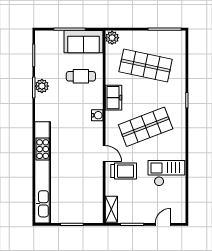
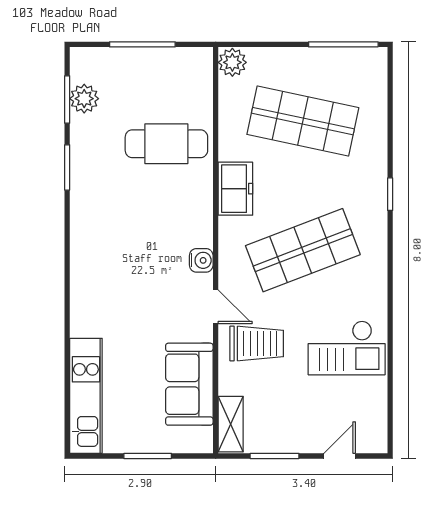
sofa: (84, 42) -> (189, 384), moved, turned 90
cafe table: (81, 76) -> (166, 144), width x1.37, depth x1.35
plant: (42, 86) -> (84, 99), moved
water cooler: (97, 115) -> (201, 260), moved
kitchen unit: (43, 172) -> (86, 396), width x0.54
checkout: (166, 173) -> (347, 348), turned 180

